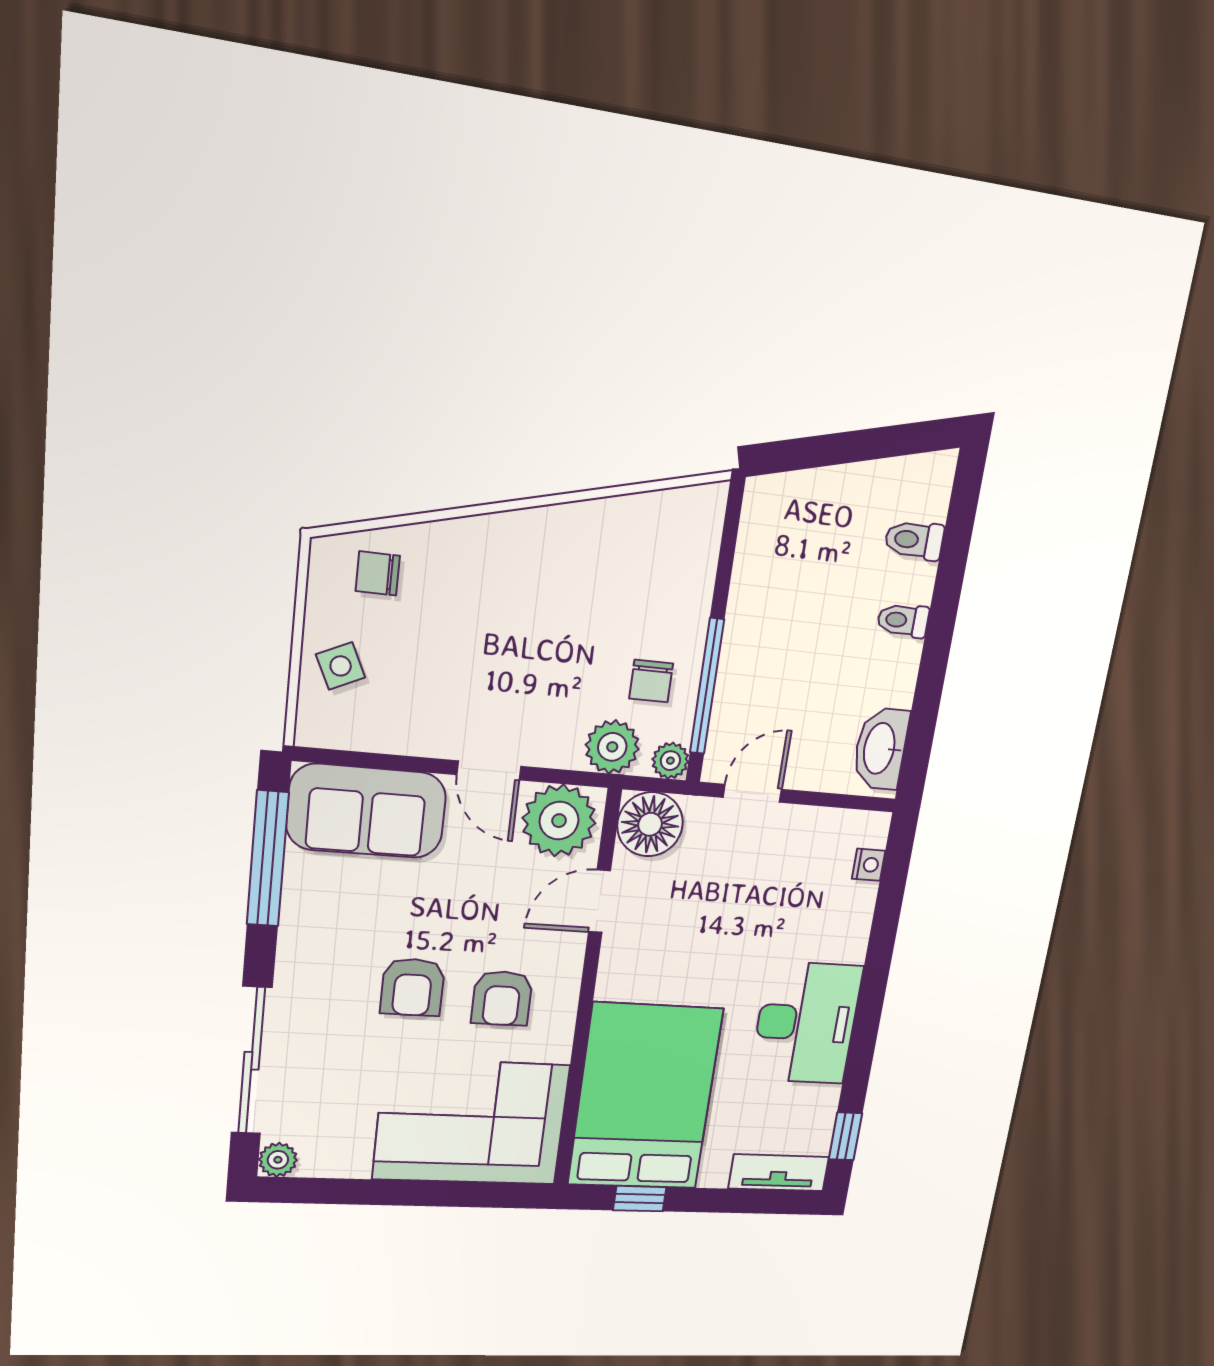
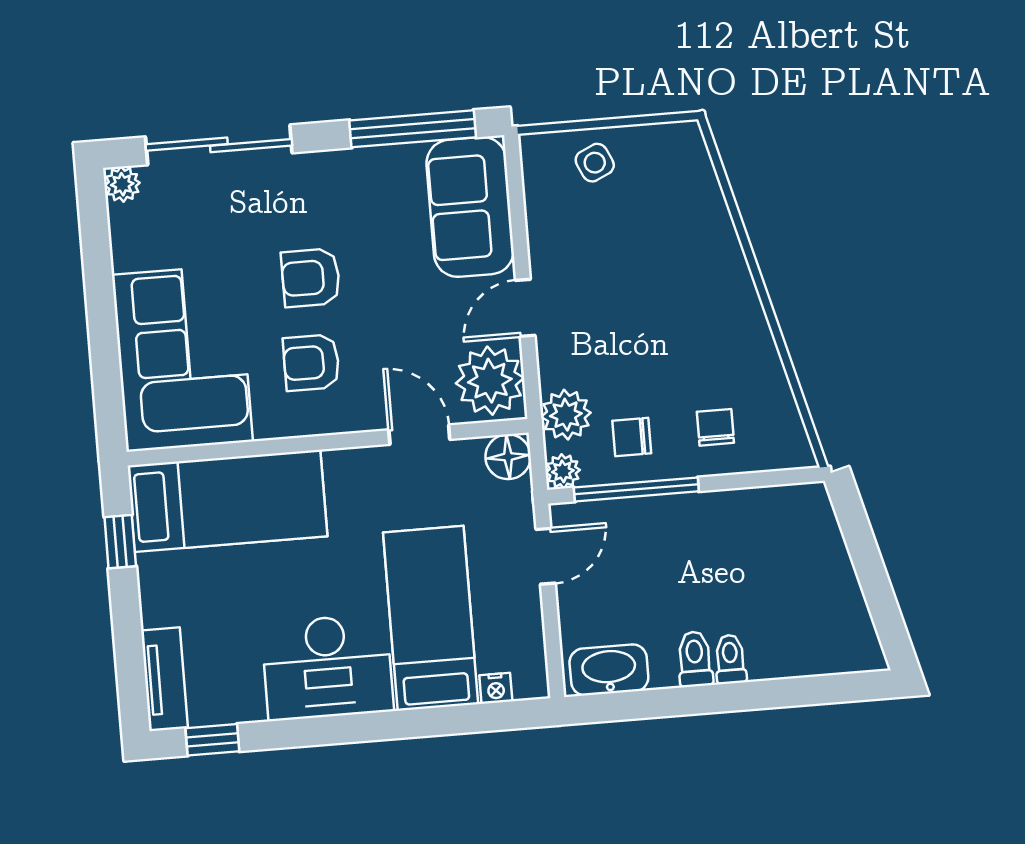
toilet: (914, 540) -> (695, 659), moved
chair: (378, 573) -> (715, 427), moved
door: (752, 793) -> (546, 556), hinge flipped
floor lamp: (650, 824) -> (508, 457), width x0.73, depth x0.73
bed: (785, 918) -> (431, 618), added
bed: (645, 1097) -> (227, 501), width x0.67

